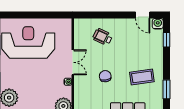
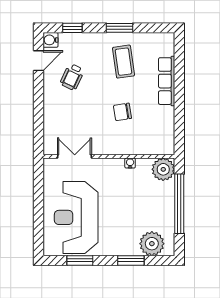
wheelchair: (103, 37) -> (72, 77), moved
double door: (73, 62) -> (75, 156), moved
window: (166, 89) -> (119, 28), moved

